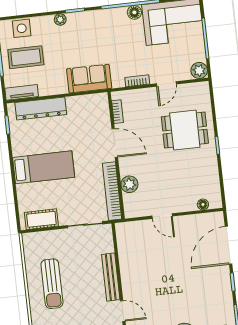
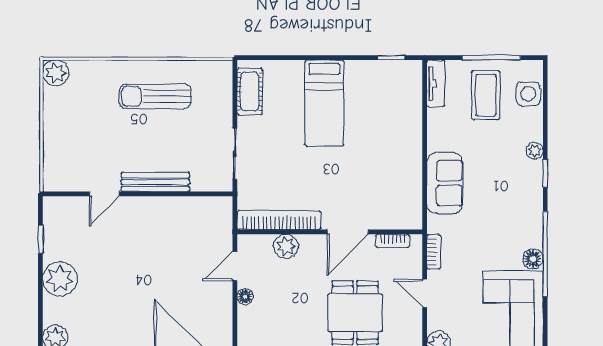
dresser: (41, 109) -> (409, 109), removed
bookcase: (117, 112) -> (393, 241), moved
door: (115, 143) -> (348, 232), moved
wall: (116, 155) -> (330, 232), moved
plant: (129, 184) -> (286, 246), moved
bookcase: (112, 191) -> (279, 220), moved
floor lamp: (203, 204) -> (245, 297), moved

